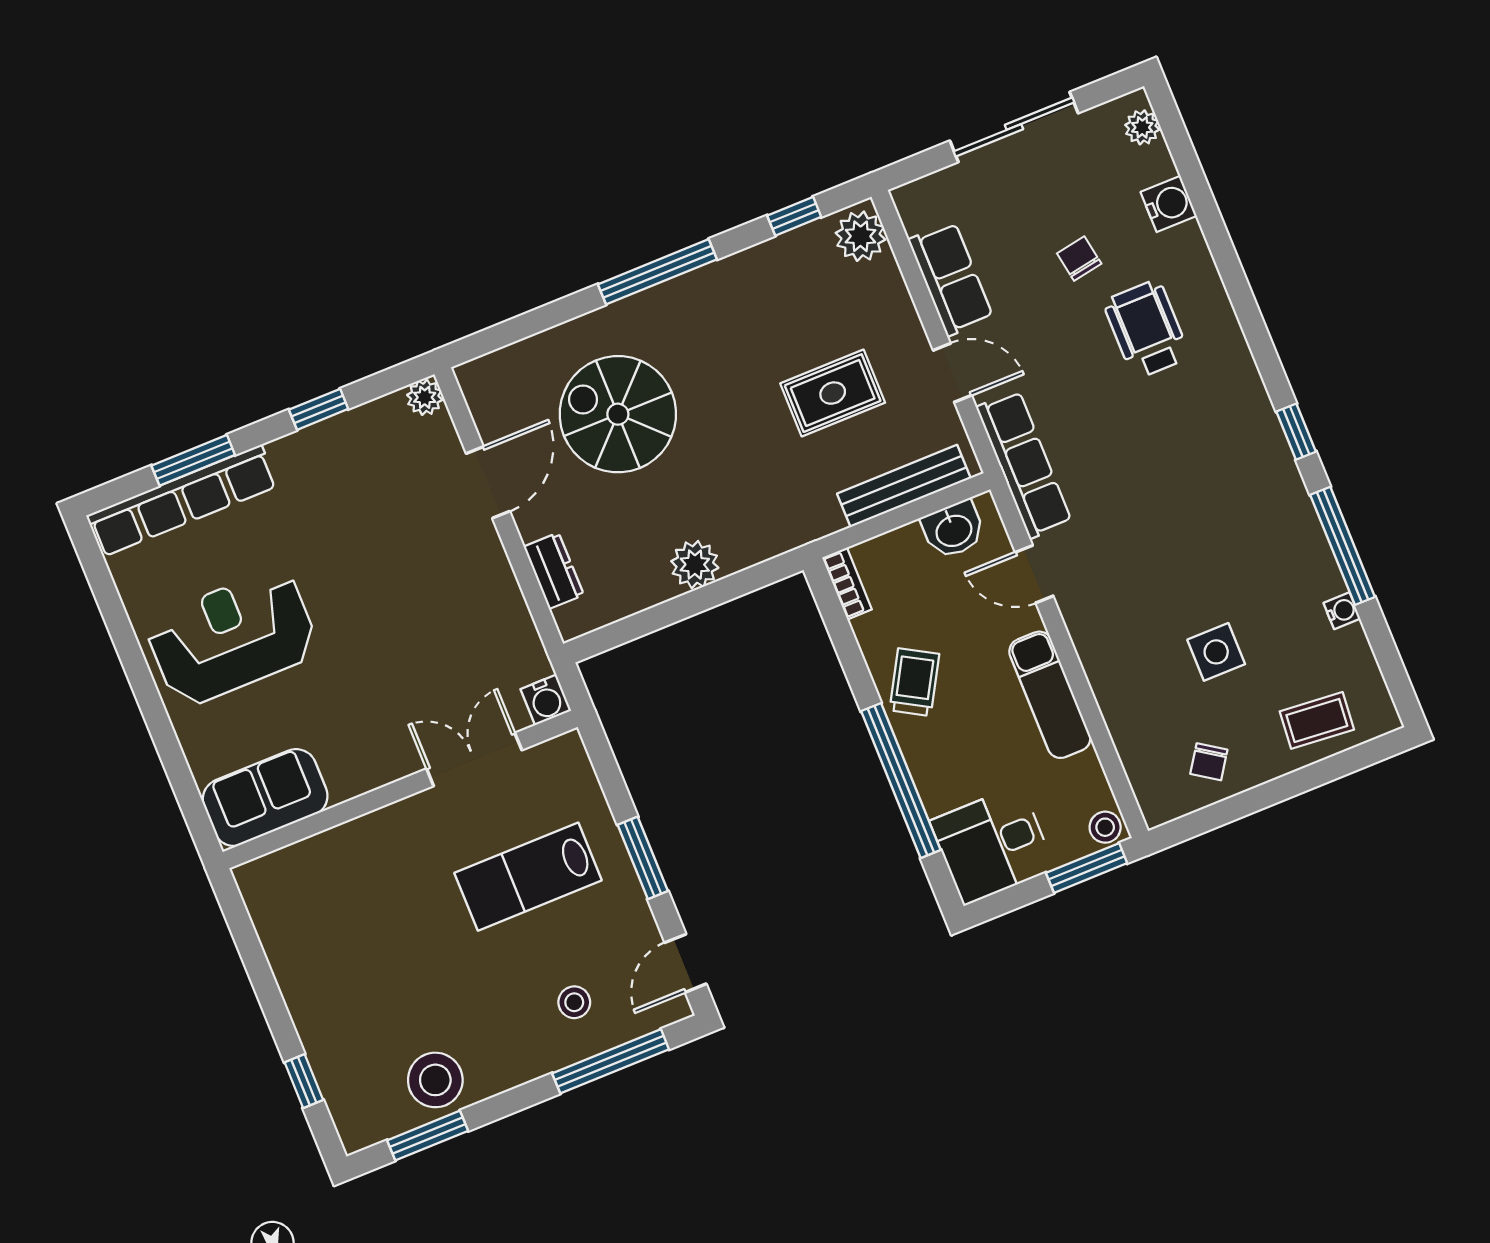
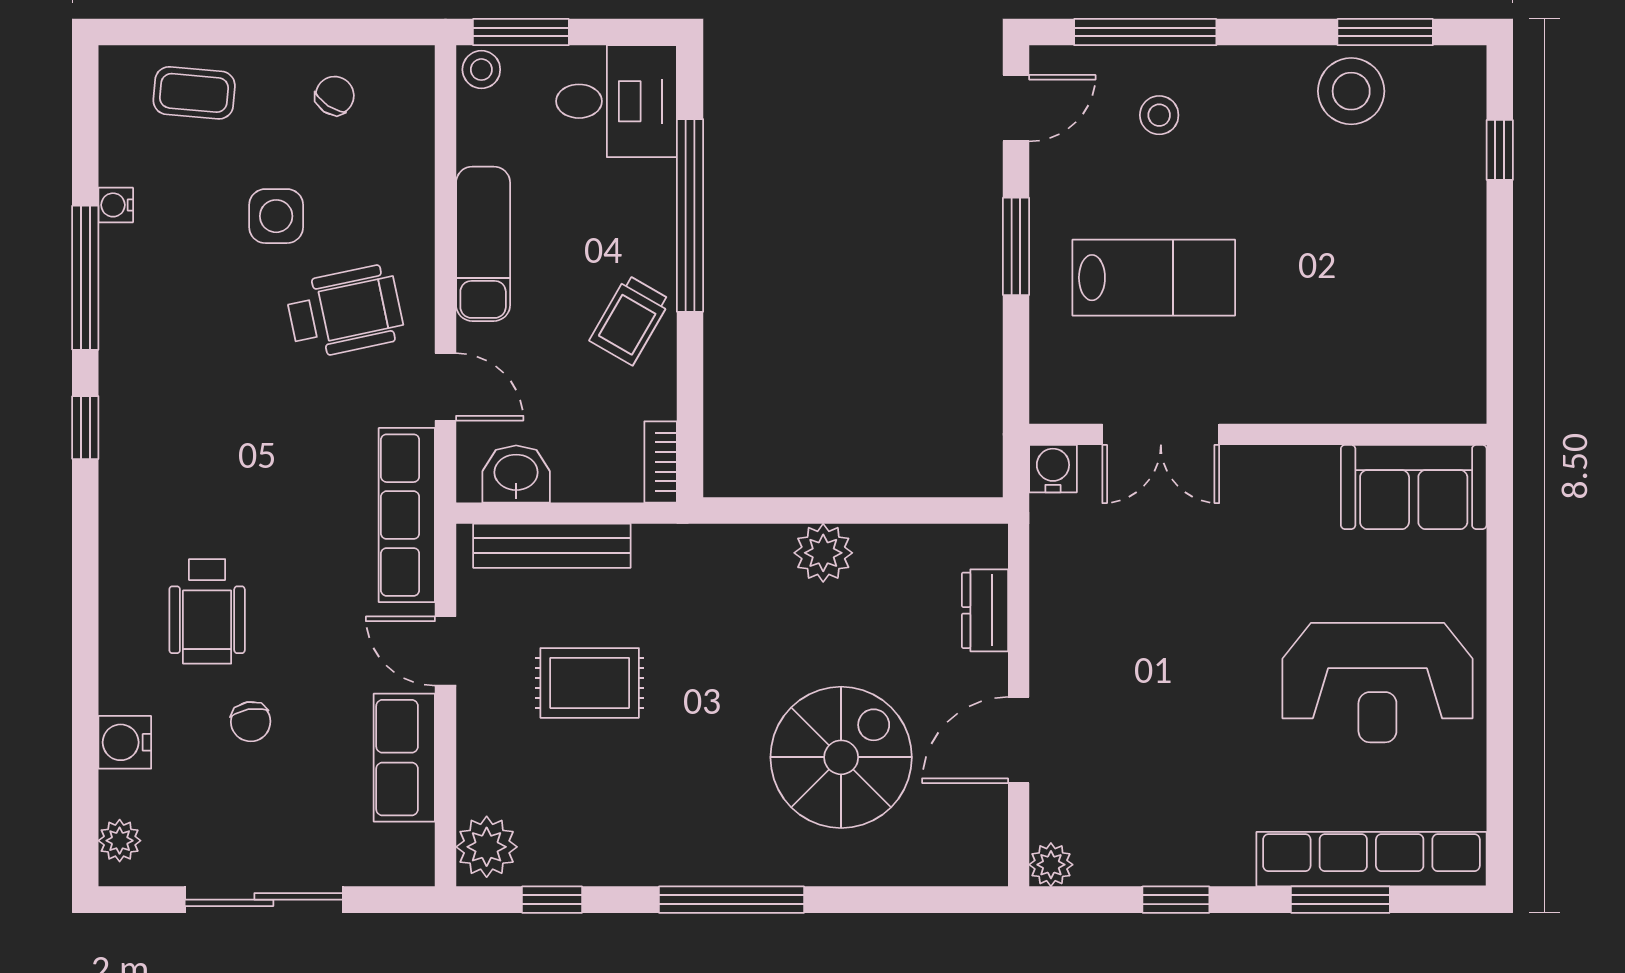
spiral stairs: (618, 414) -> (841, 757), turned -90
wheelchair: (1134, 600) -> (345, 312), added

